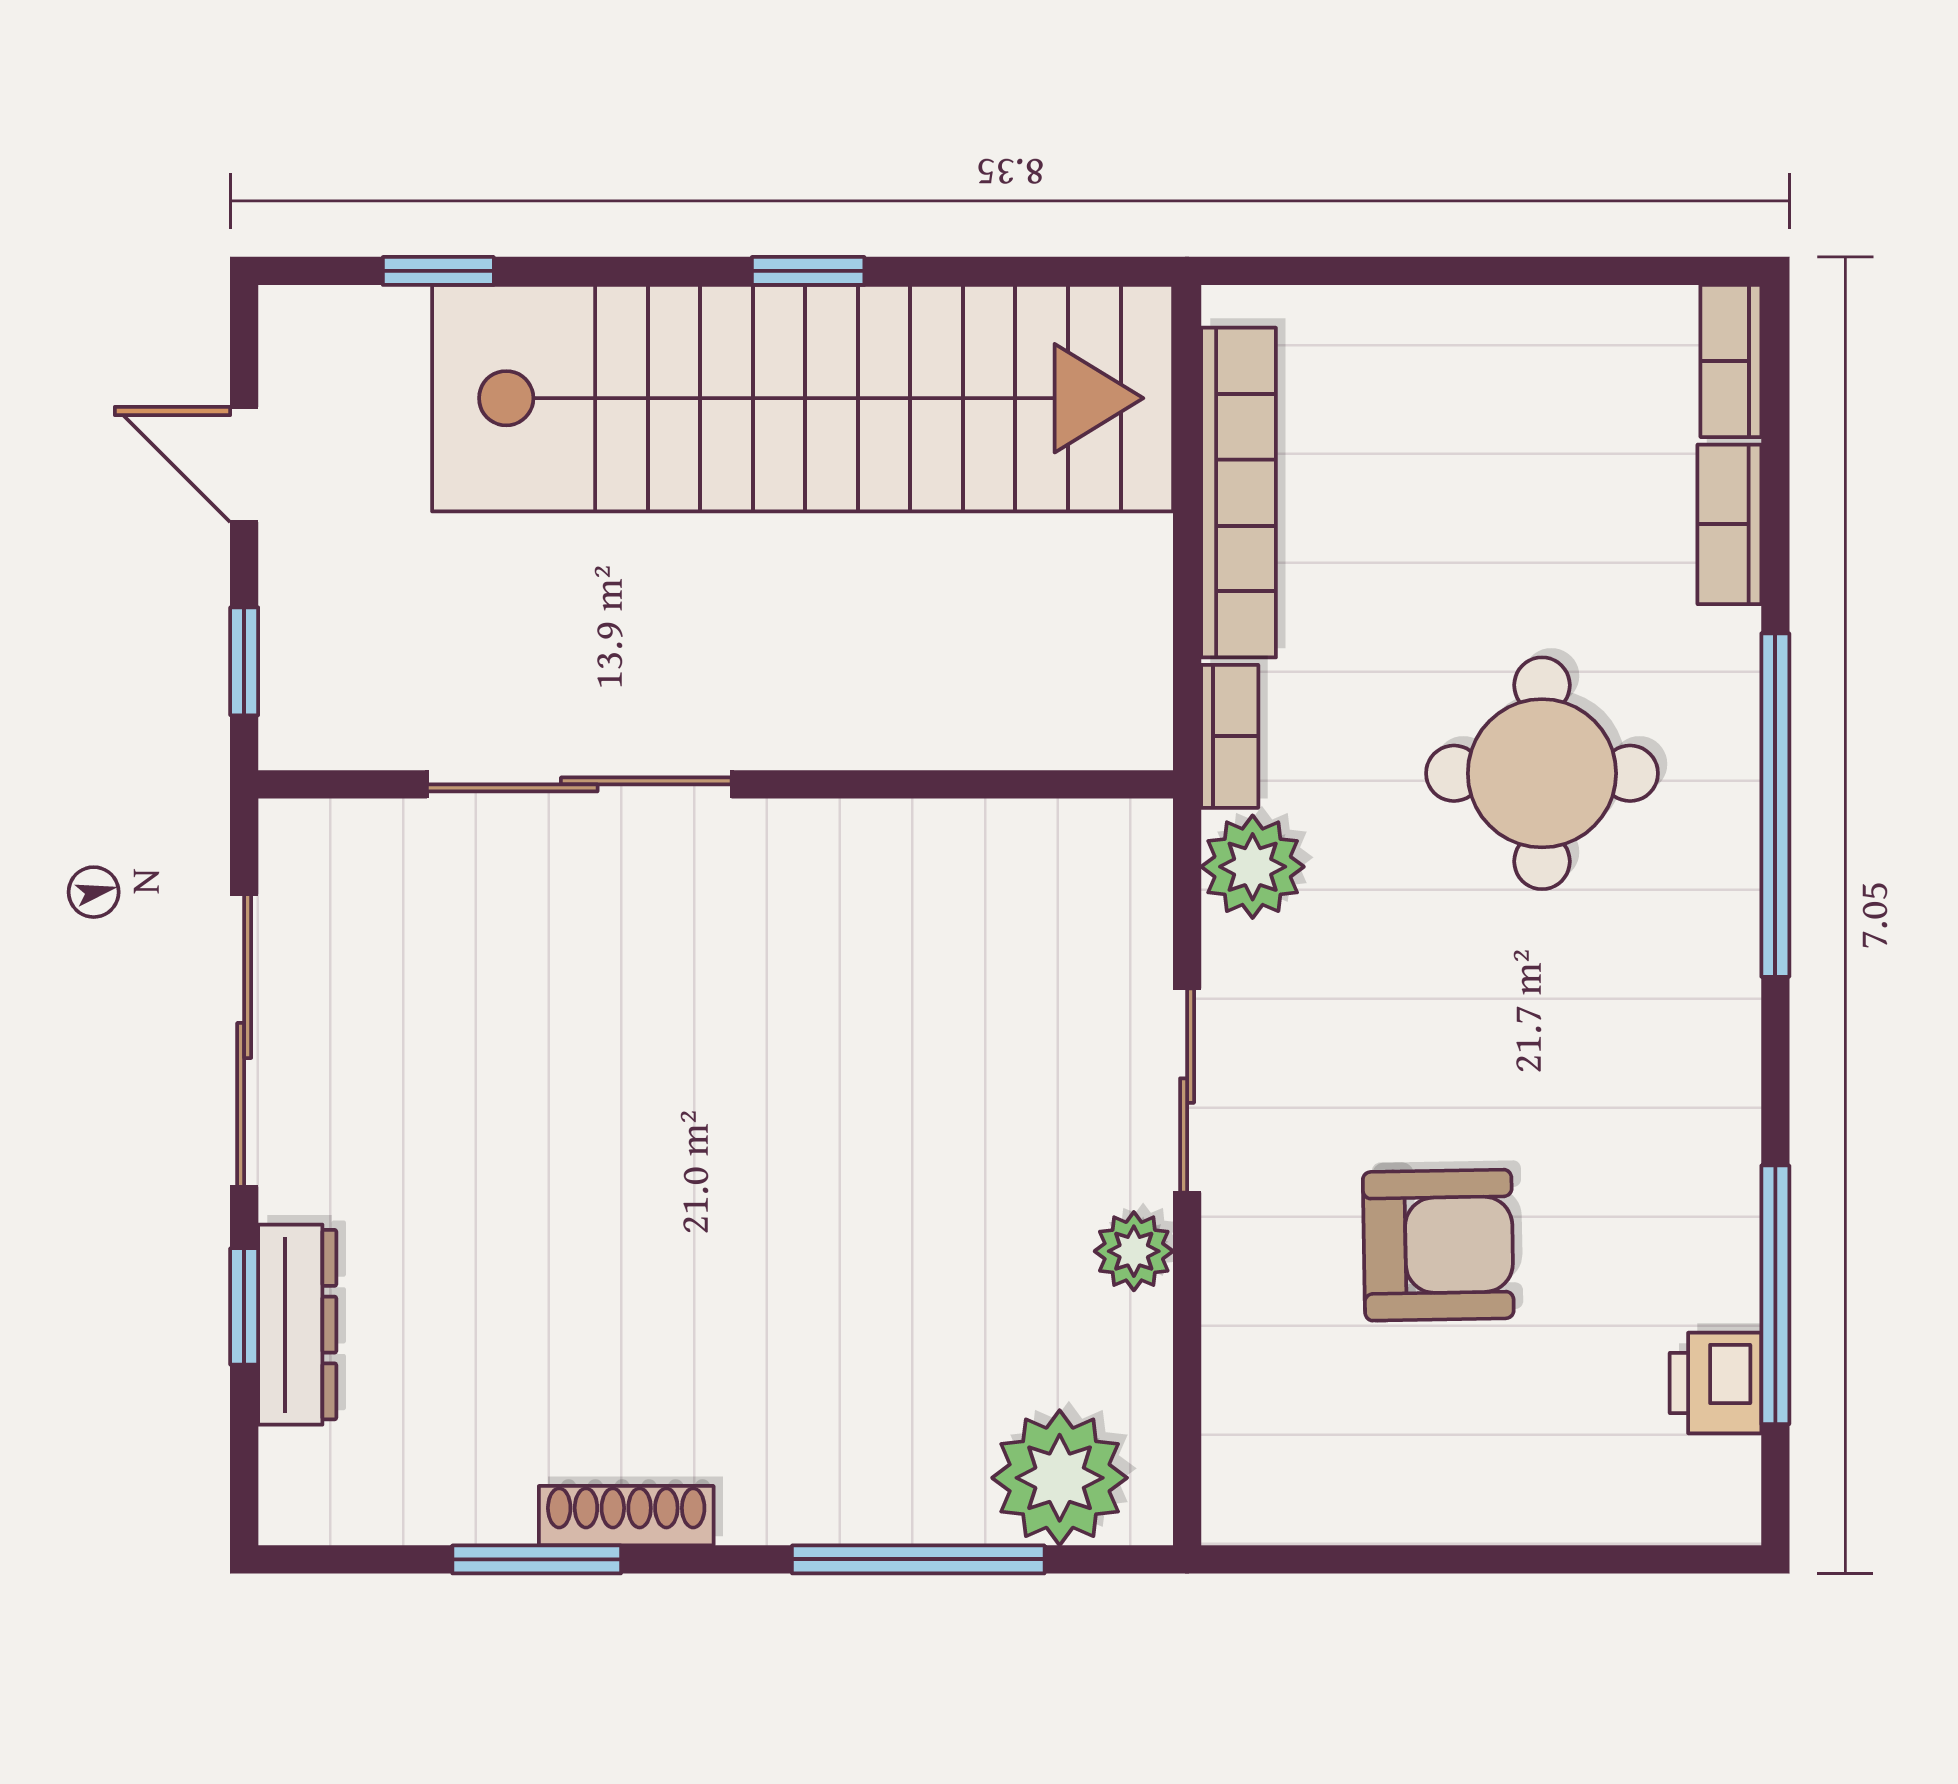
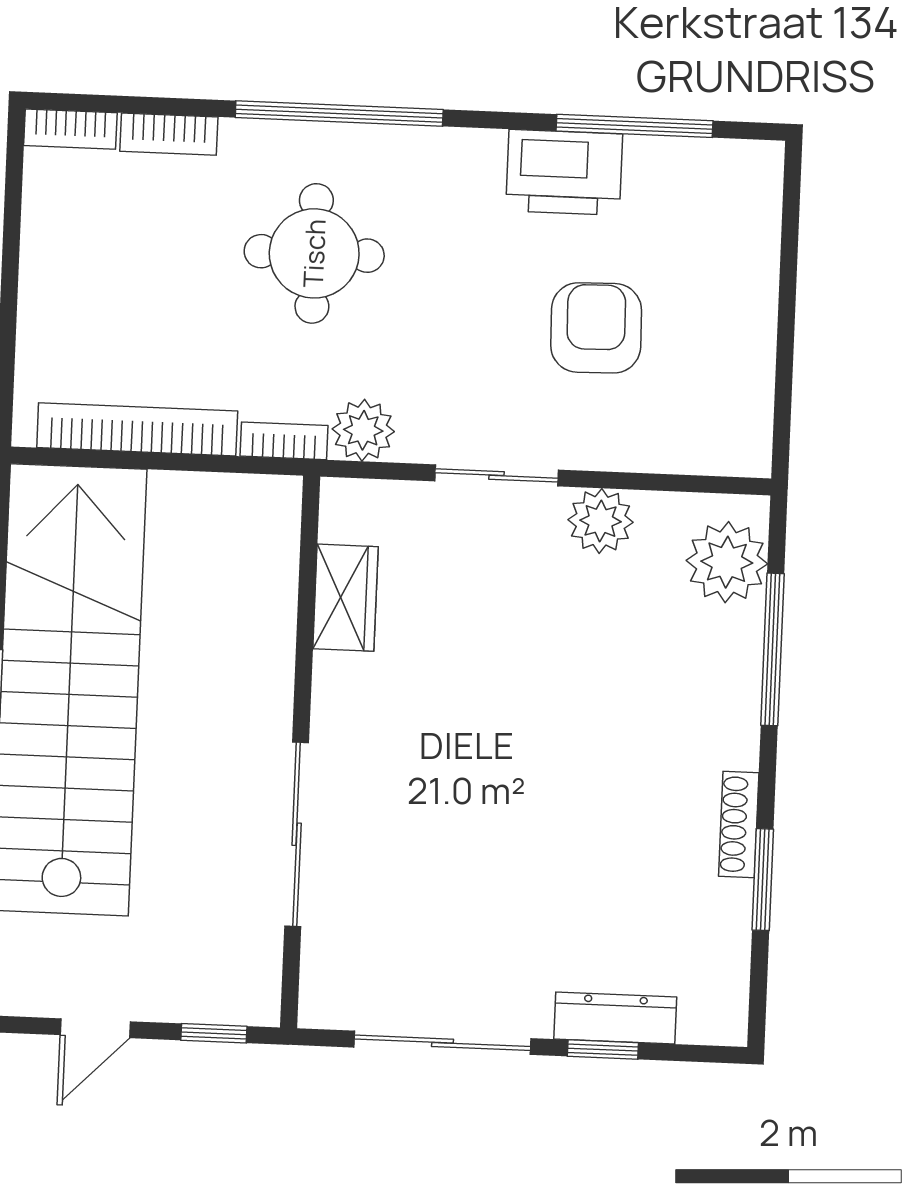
wardrobe: (974, 849) -> (345, 598), added
plant: (1134, 1251) -> (601, 521), width x1.38, depth x1.38
printer: (1716, 1383) -> (564, 172), moved, width x1.87, depth x1.48

